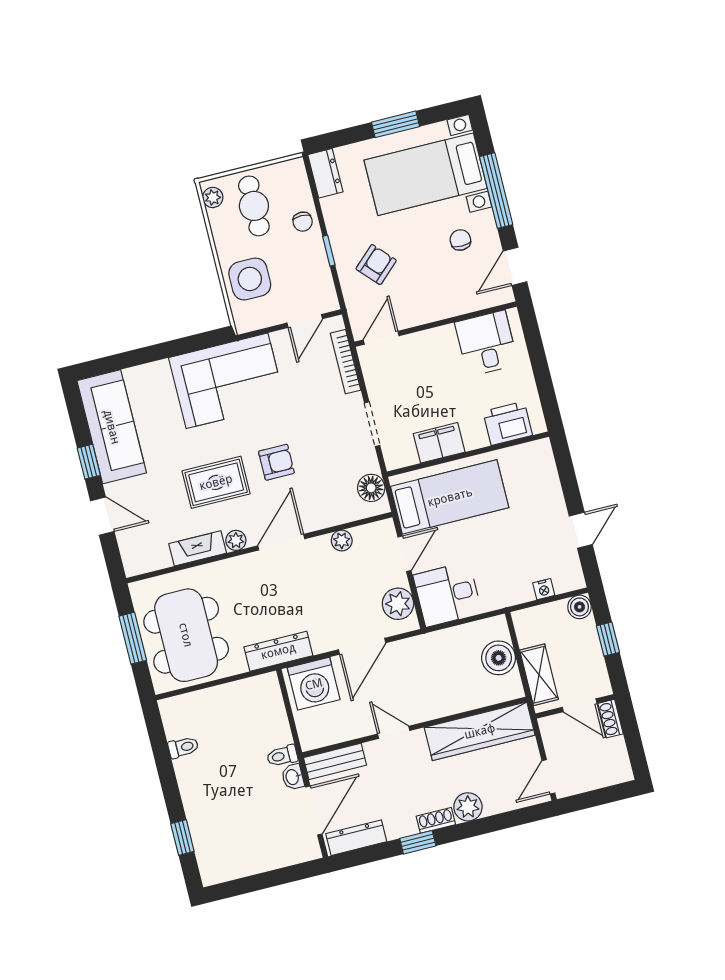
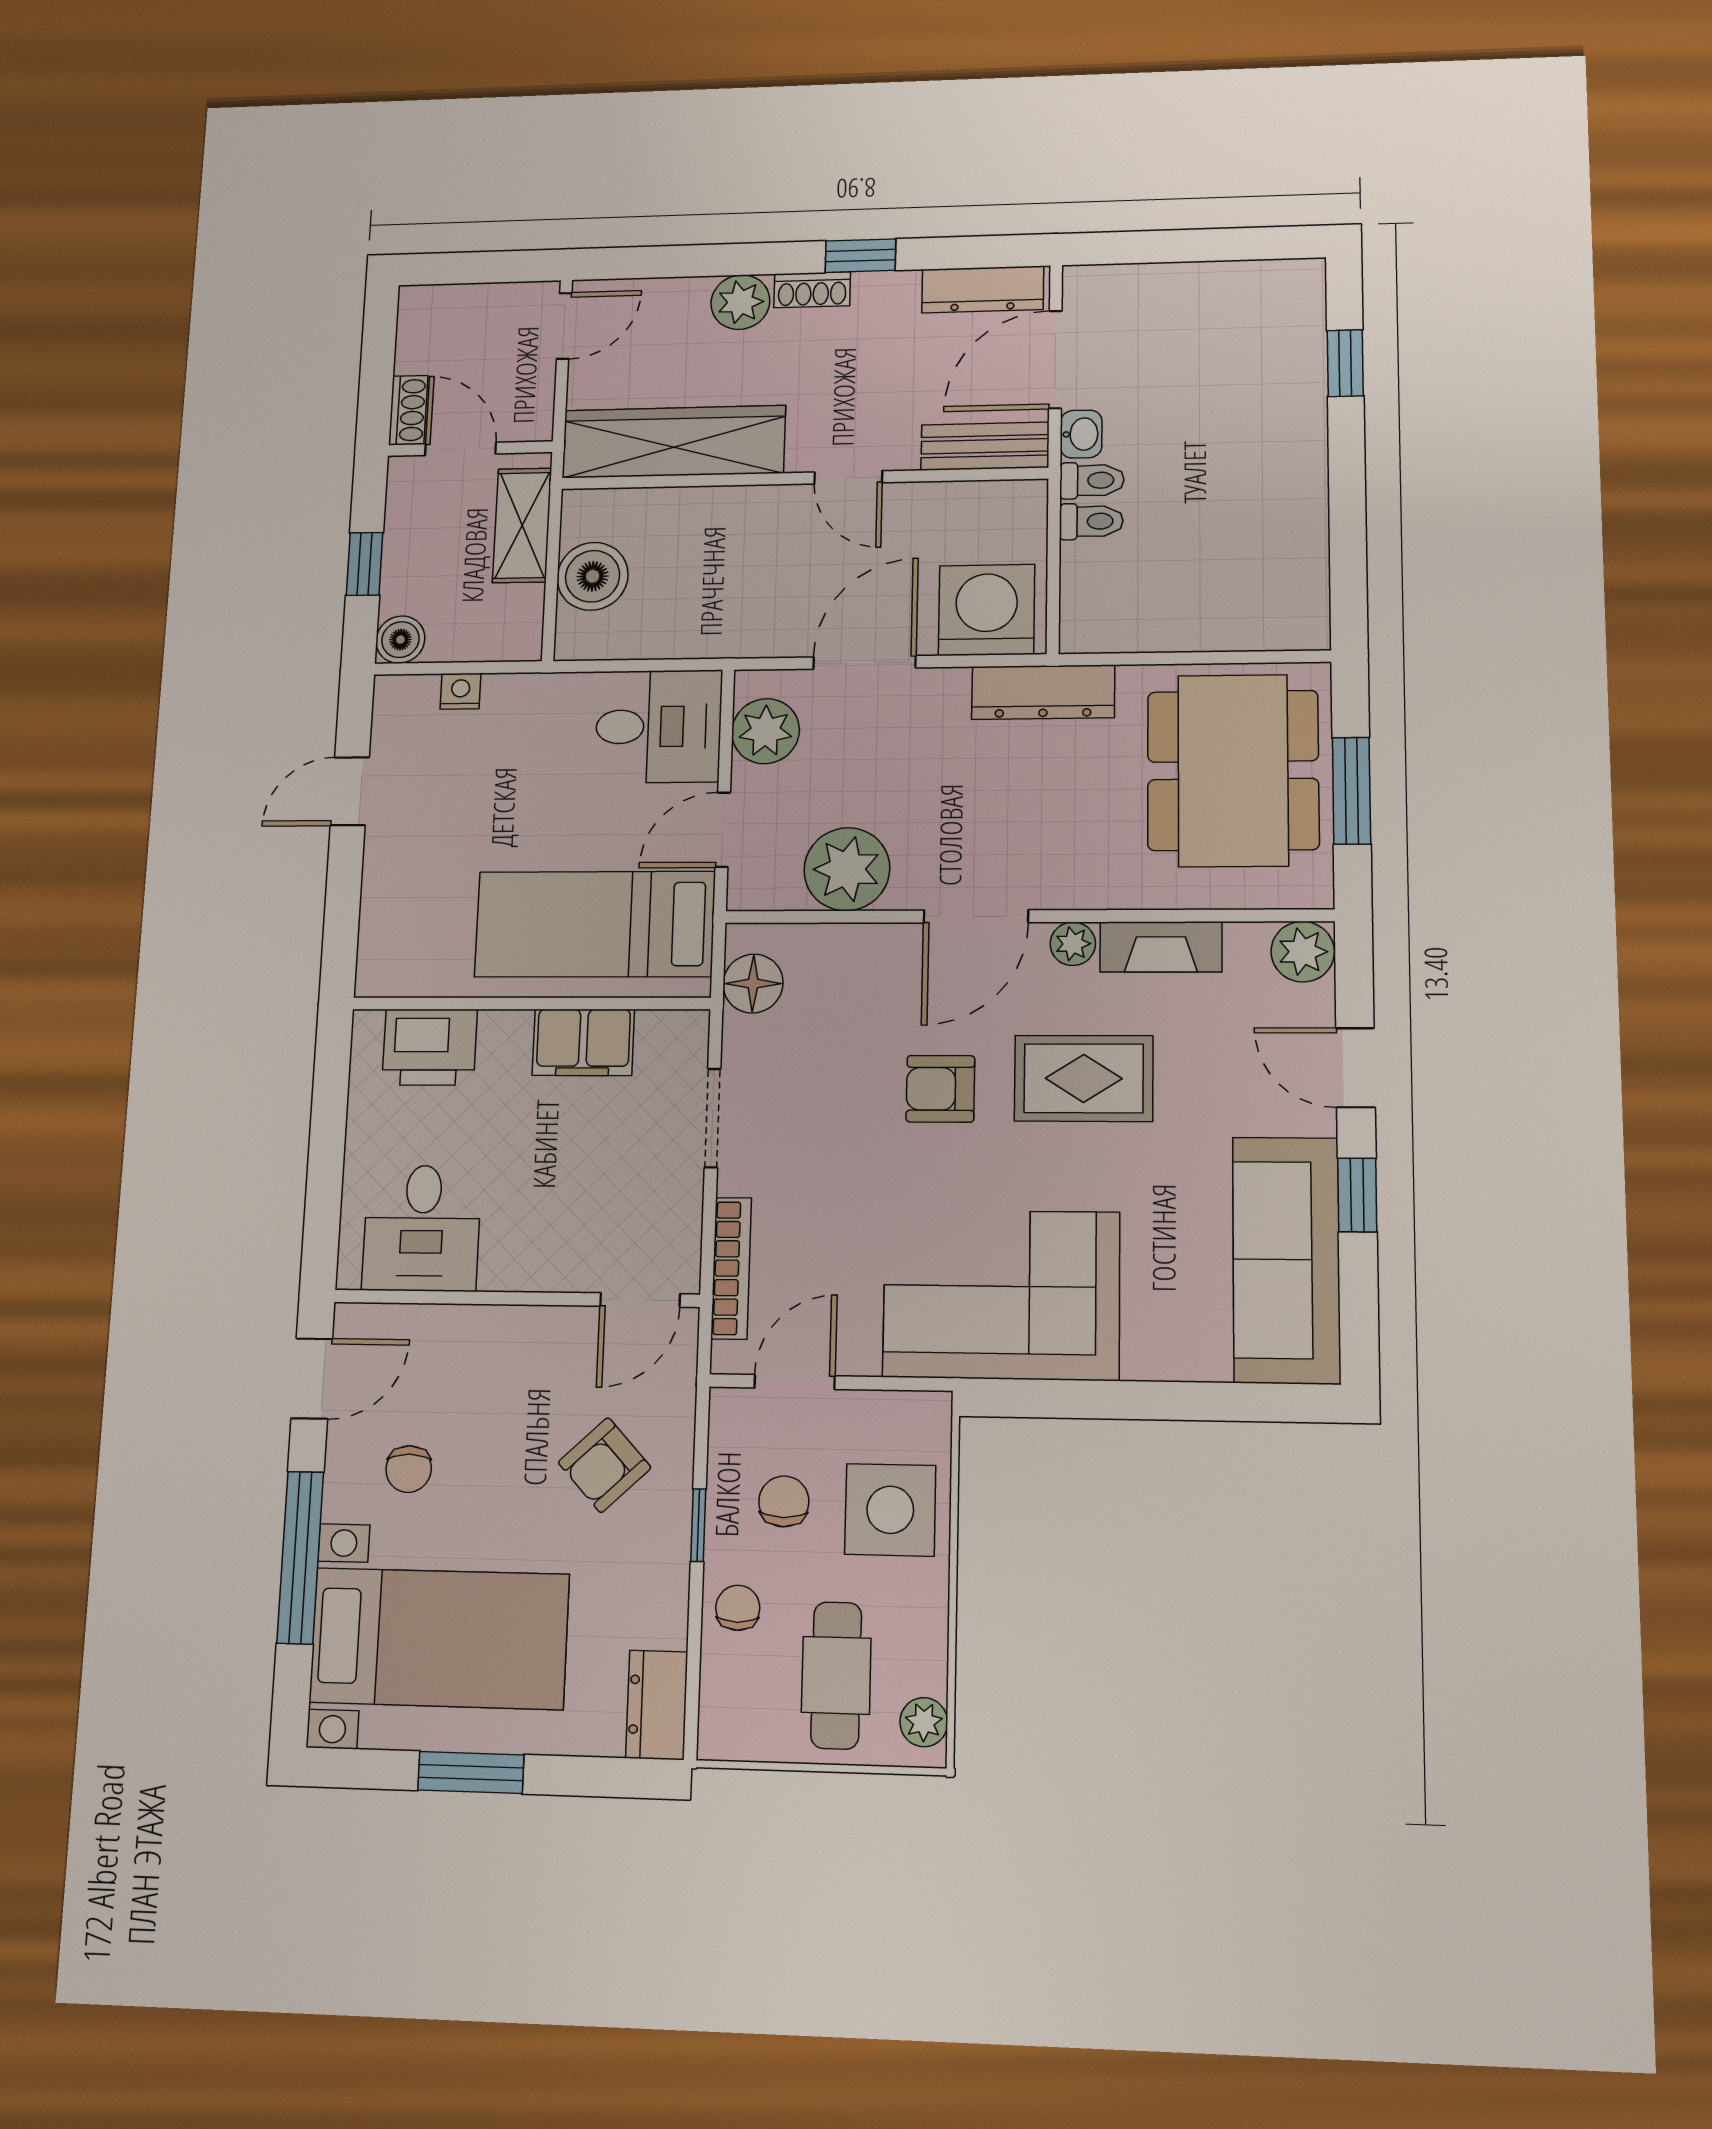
chair: (295, 270) -> (784, 1501), added
plant: (342, 541) -> (847, 869), width x1.87, depth x1.87
plant: (137, 561) -> (1303, 952), added
toilet: (183, 747) -> (1091, 521), moved, turned 180

